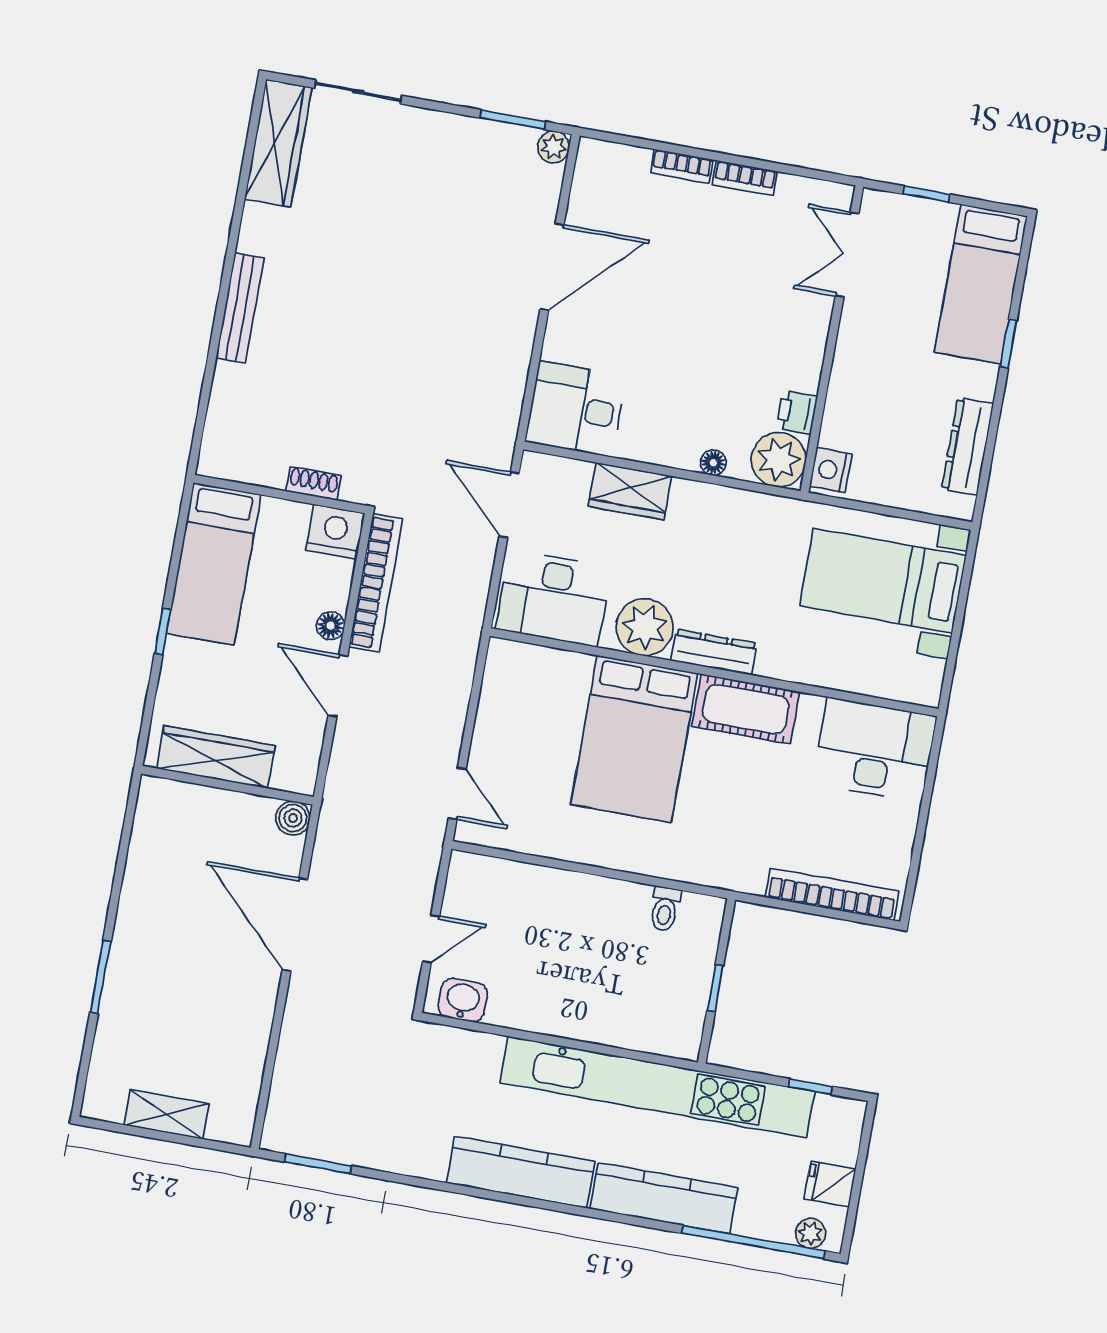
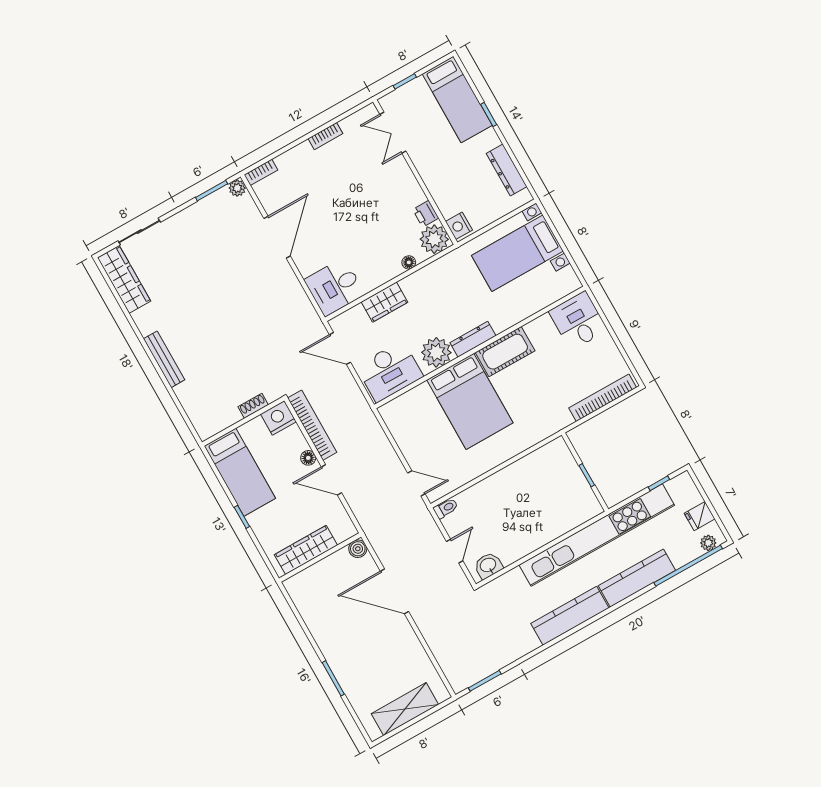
bookcase: (682, 166) -> (261, 172), moved
desk: (875, 750) -> (578, 321), width x0.73
toilet: (665, 909) -> (446, 508), moved, turned -90
shelving: (166, 1114) -> (405, 709), width x1.50, depth x1.33

